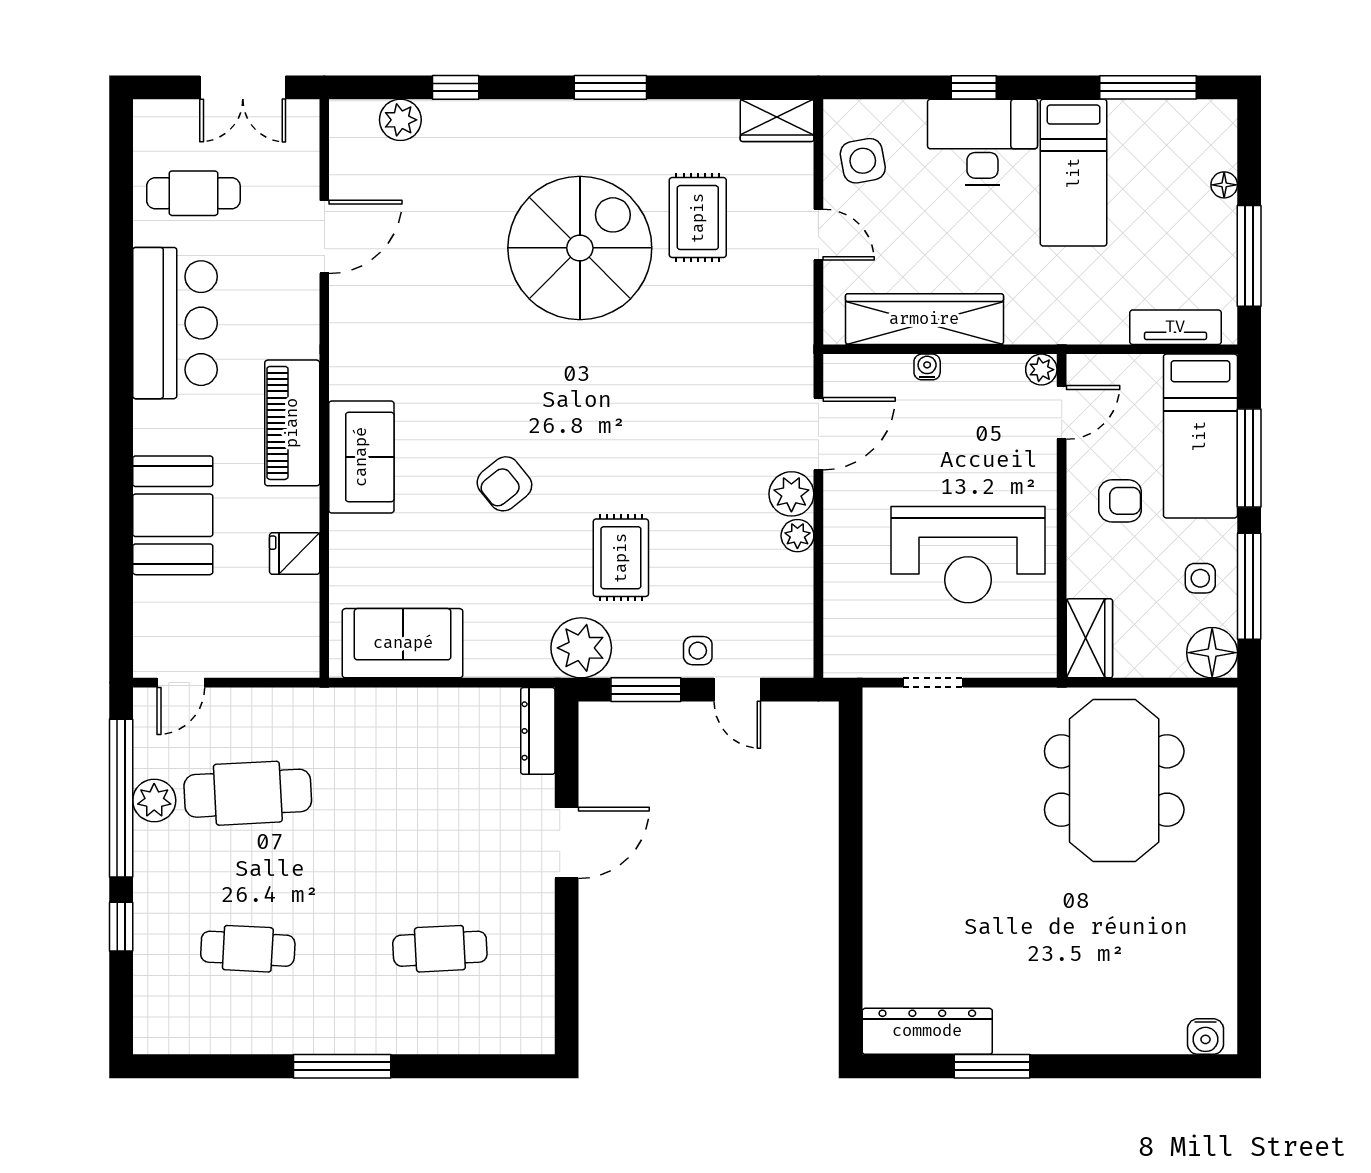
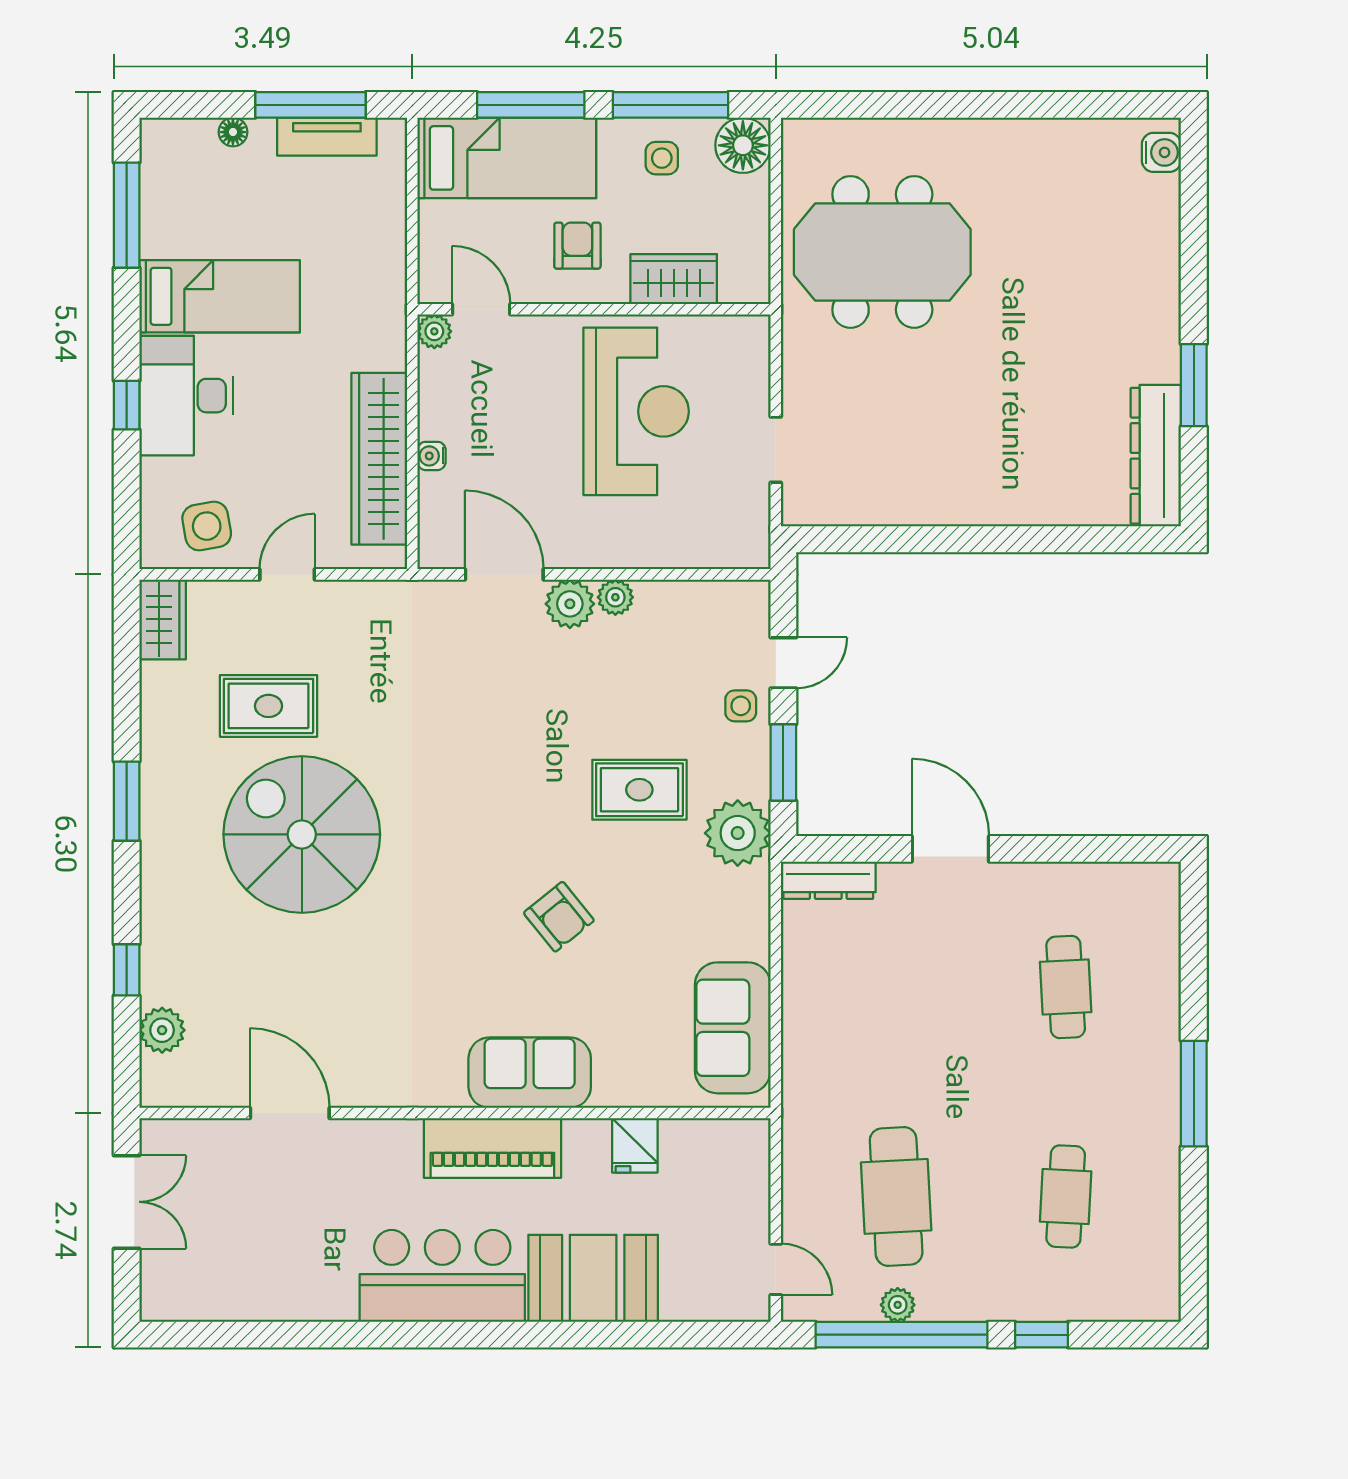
cafe table: (193, 193) -> (242, 1256), removed
bar counter: (175, 323) -> (442, 1276), moved
tv unit: (1175, 327) -> (327, 137), moved, turned -90
wardrobe: (1089, 638) -> (674, 279), moved
plant: (154, 800) -> (898, 1305), width x0.73, depth x0.73

